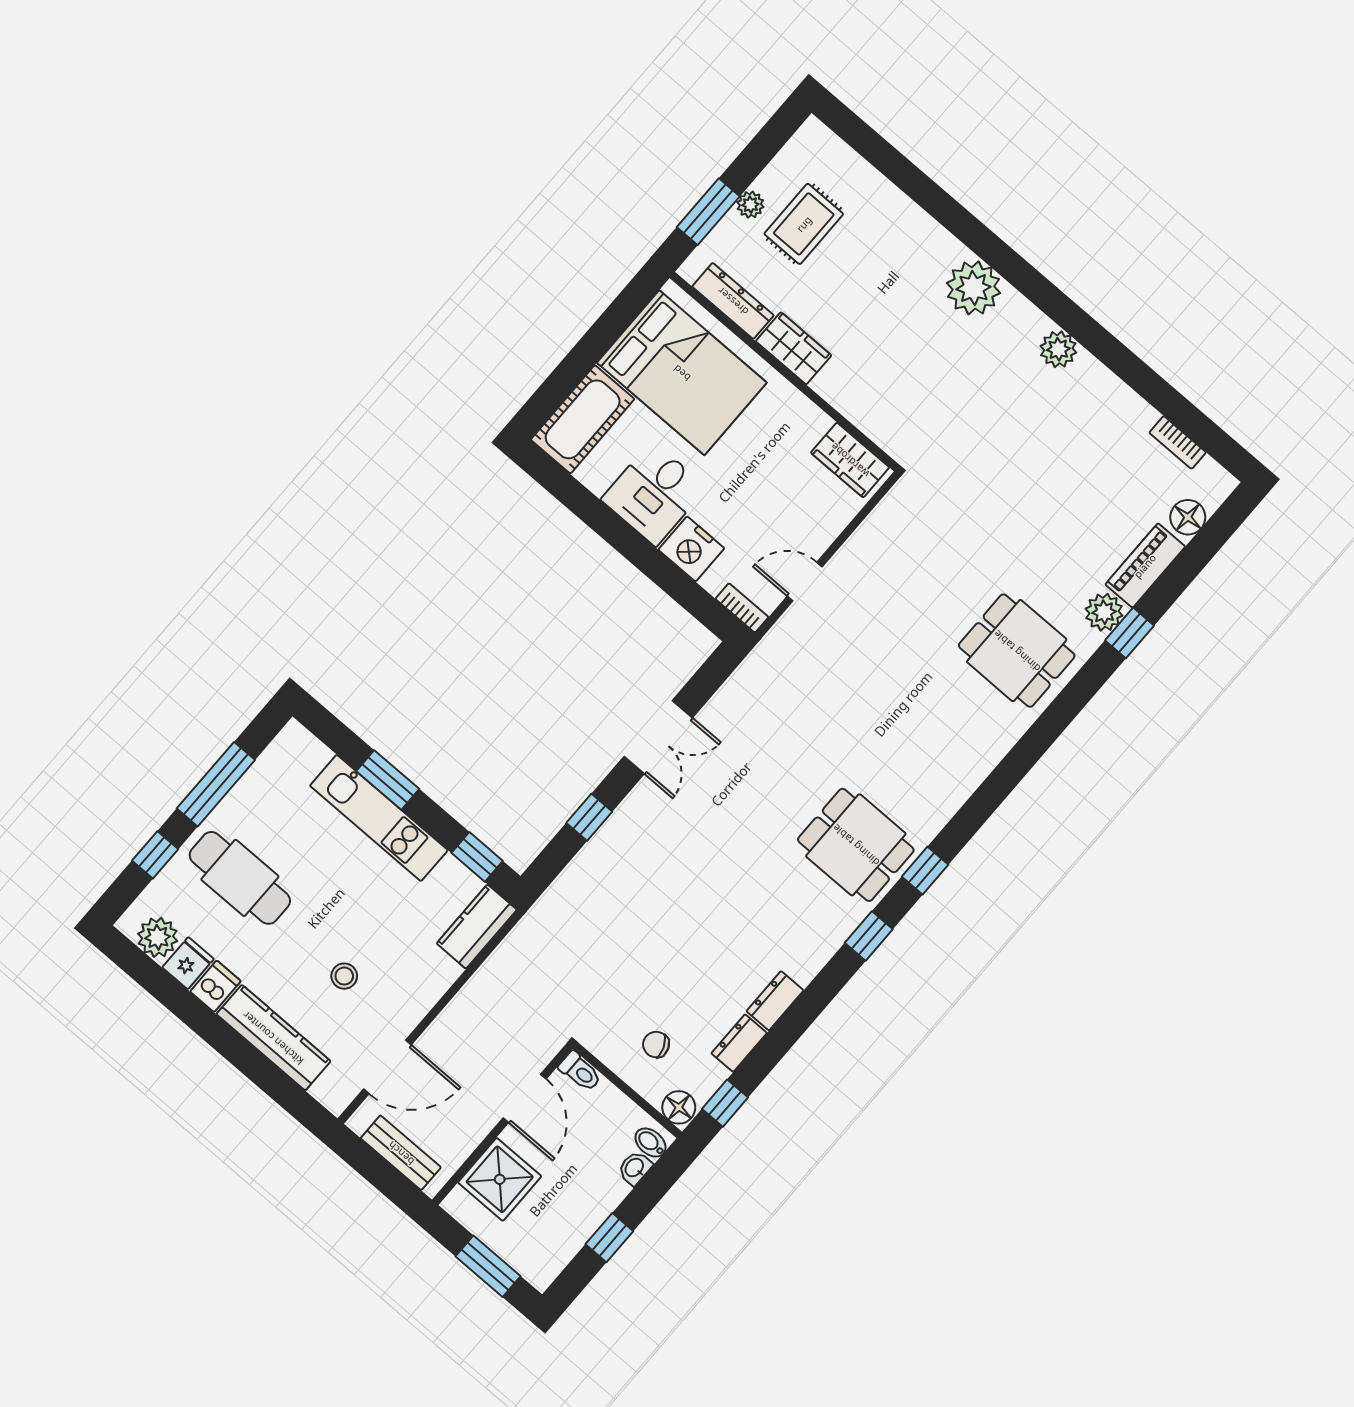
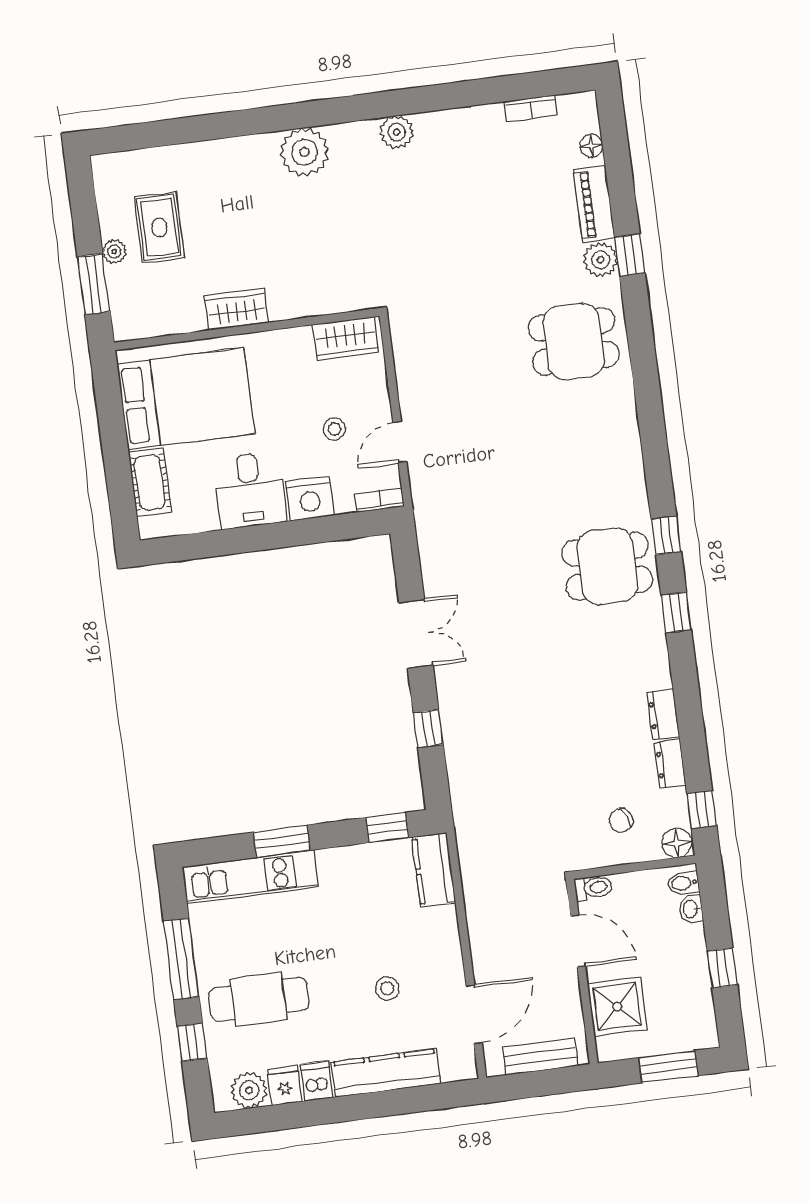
dresser: (733, 301) -> (168, 321), removed
cot: (583, 419) -> (150, 482), width x0.73, depth x0.75
floor lamp: (1188, 517) -> (591, 146), width x0.73, depth x0.73
stool: (767, 518) -> (335, 429), added
kitchen unit: (379, 818) -> (250, 877), moved

